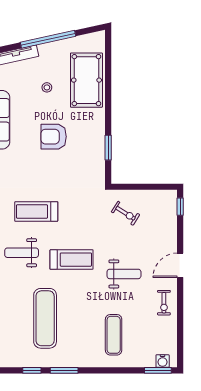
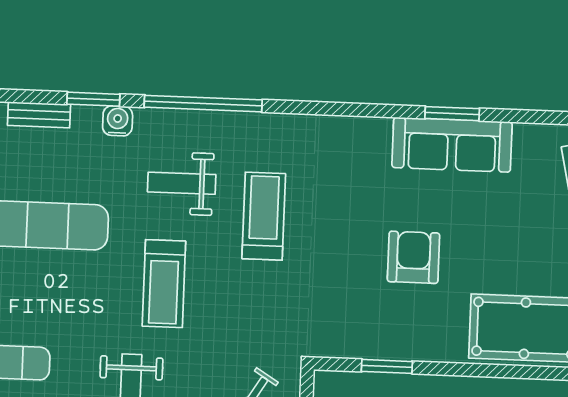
stool: (47, 87) -> (513, 248), removed
weight bench: (22, 253) -> (182, 183), turned -90

